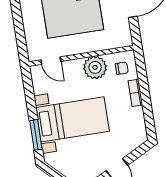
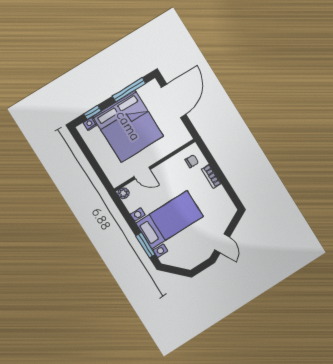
door: (51, 61) -> (142, 173), moved
plant: (95, 67) -> (123, 193), moved, width x0.53, depth x0.53

